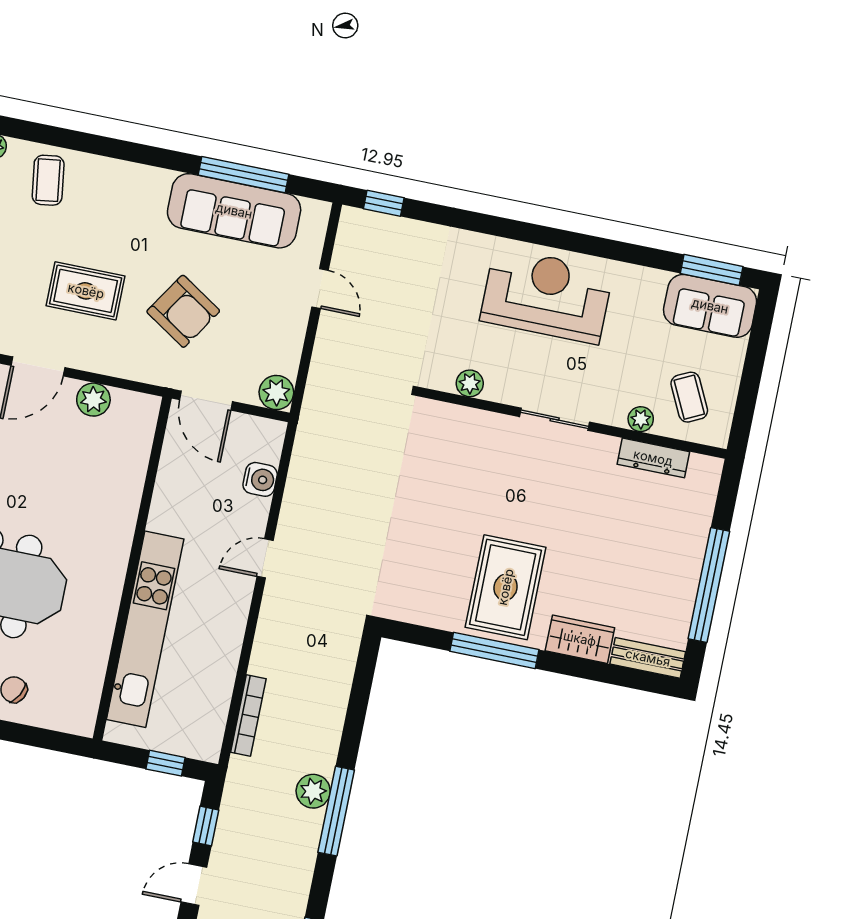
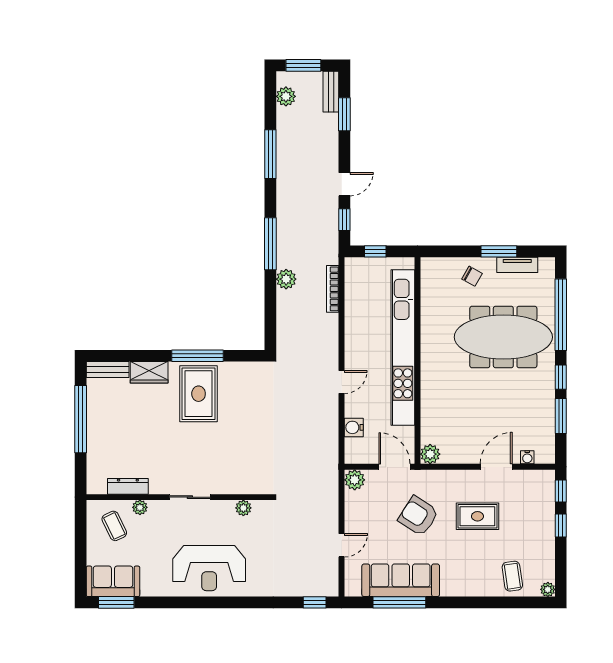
door: (320, 289) -> (342, 545), swing flipped
plant: (93, 400) -> (430, 454), moved
kitchen unit: (145, 629) -> (403, 348), width x1.36
plant: (313, 791) -> (286, 279), moved

